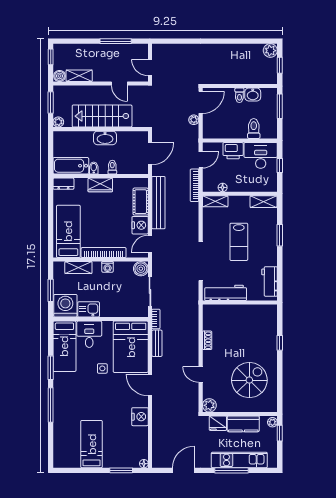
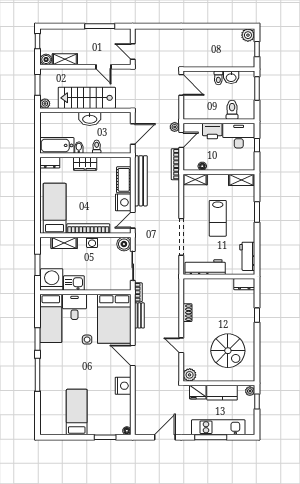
door: (201, 102) -> (181, 85), hinge flipped
plant: (194, 120) -> (175, 127), moved
dresser: (266, 311) -> (244, 284), added
spiral stairs: (249, 380) -> (228, 351), turned 90

